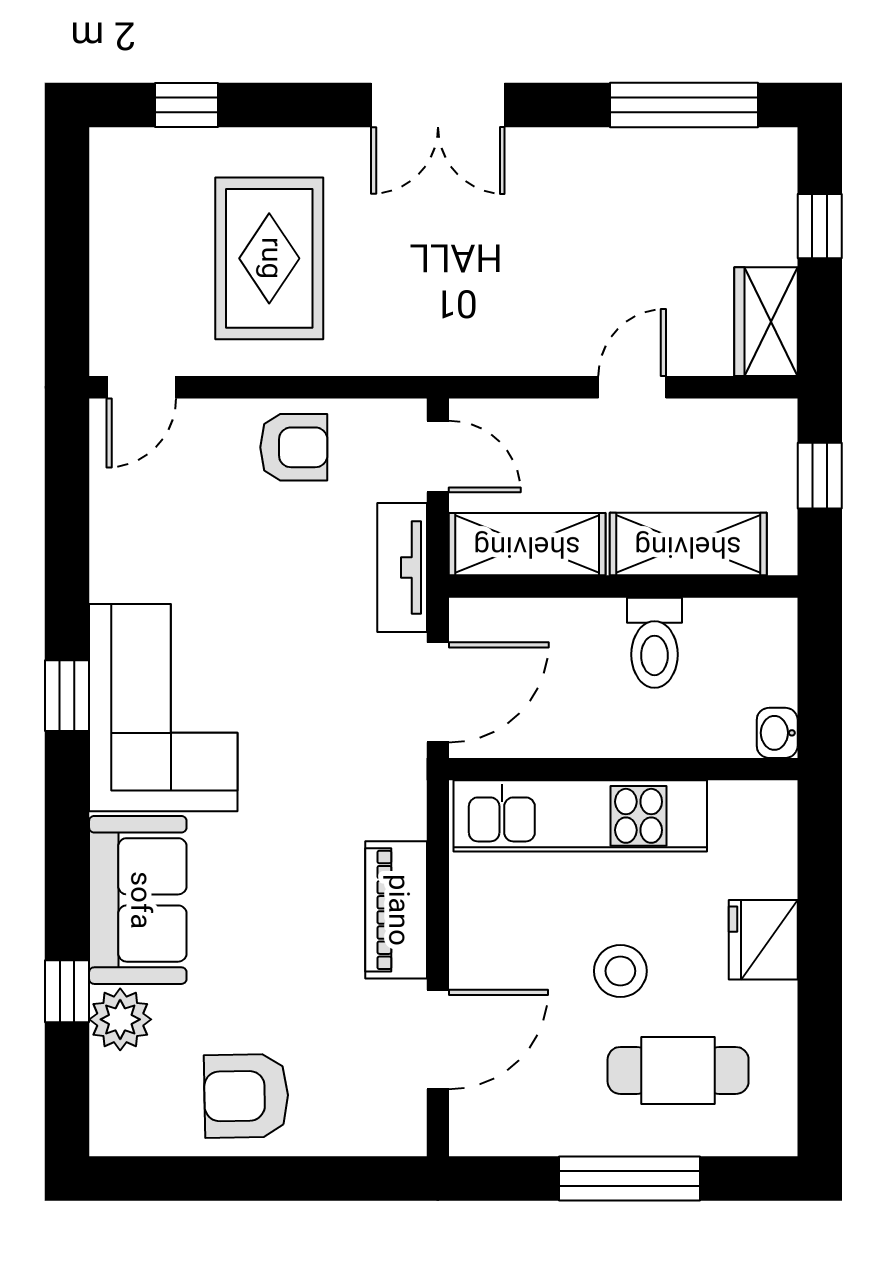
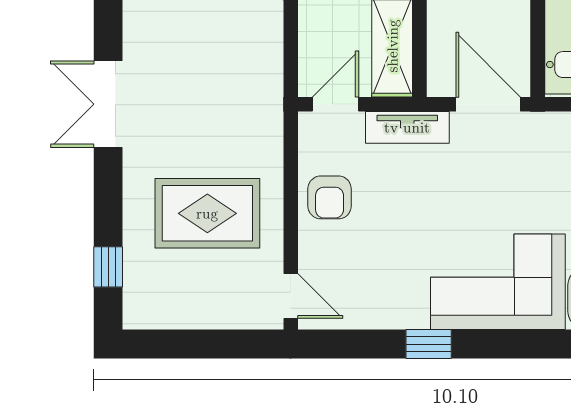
double door: (438, 105) -> (108, 104), swing flipped
armchair: (294, 447) -> (330, 197), turned 180
window: (67, 696) -> (429, 344), moved

